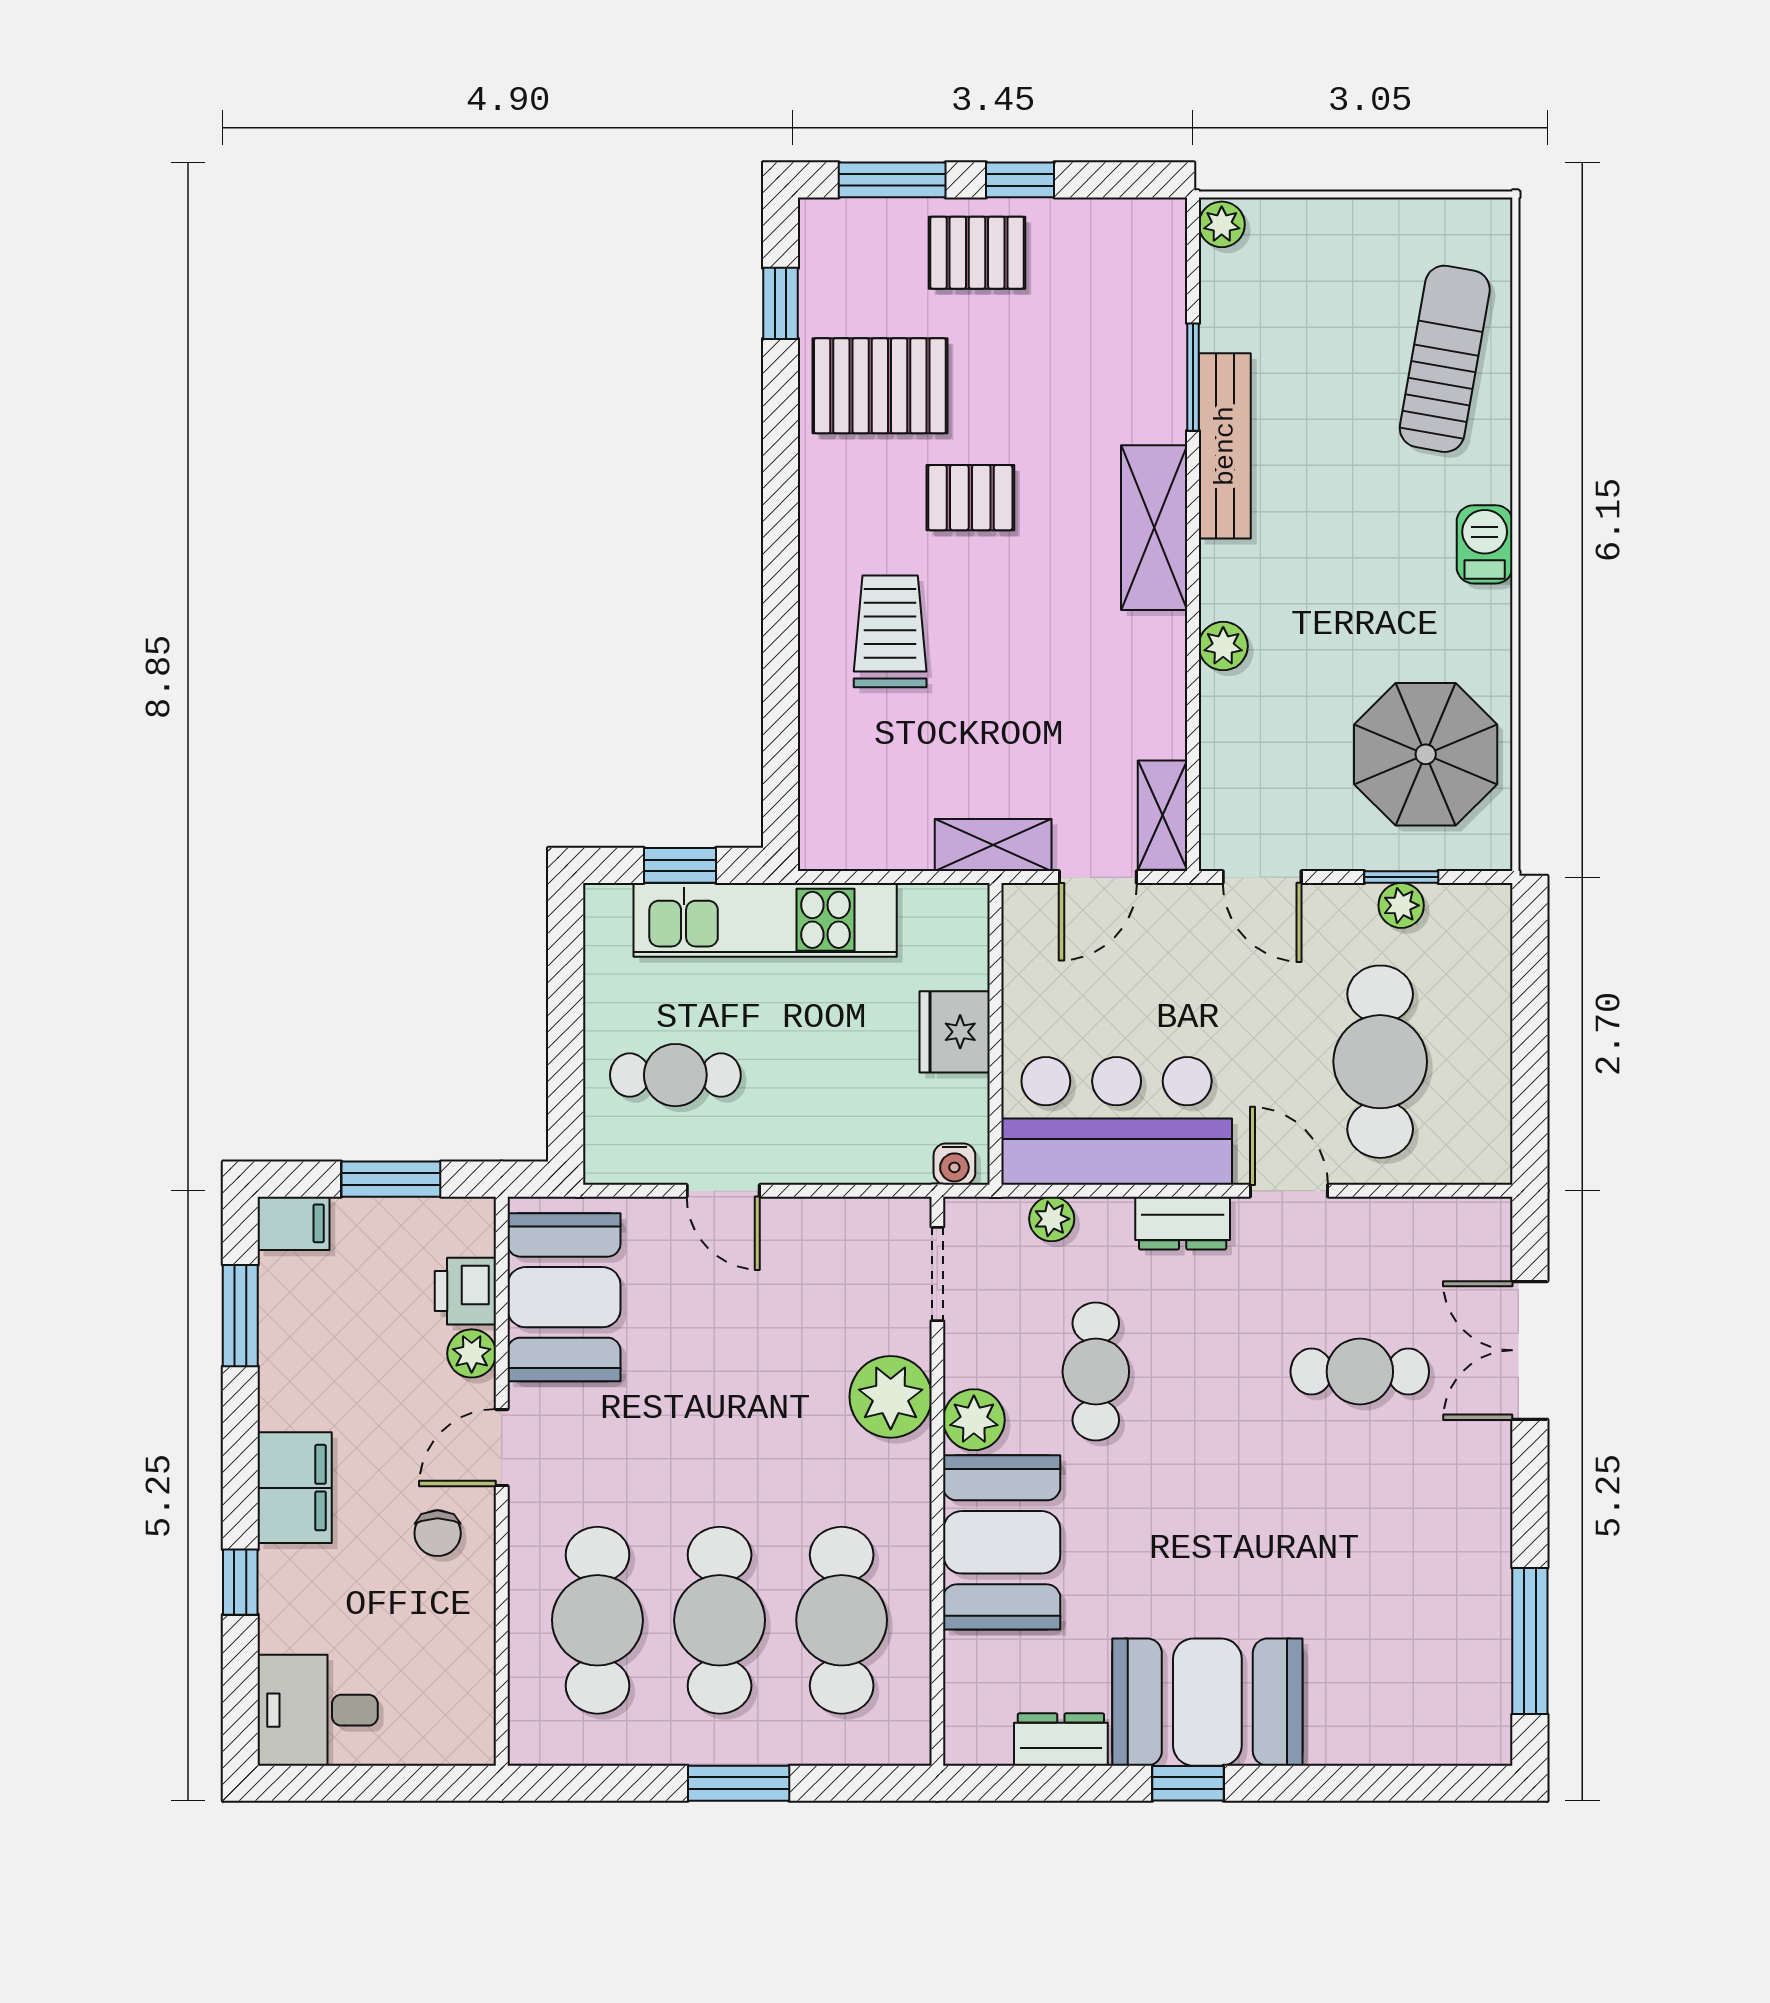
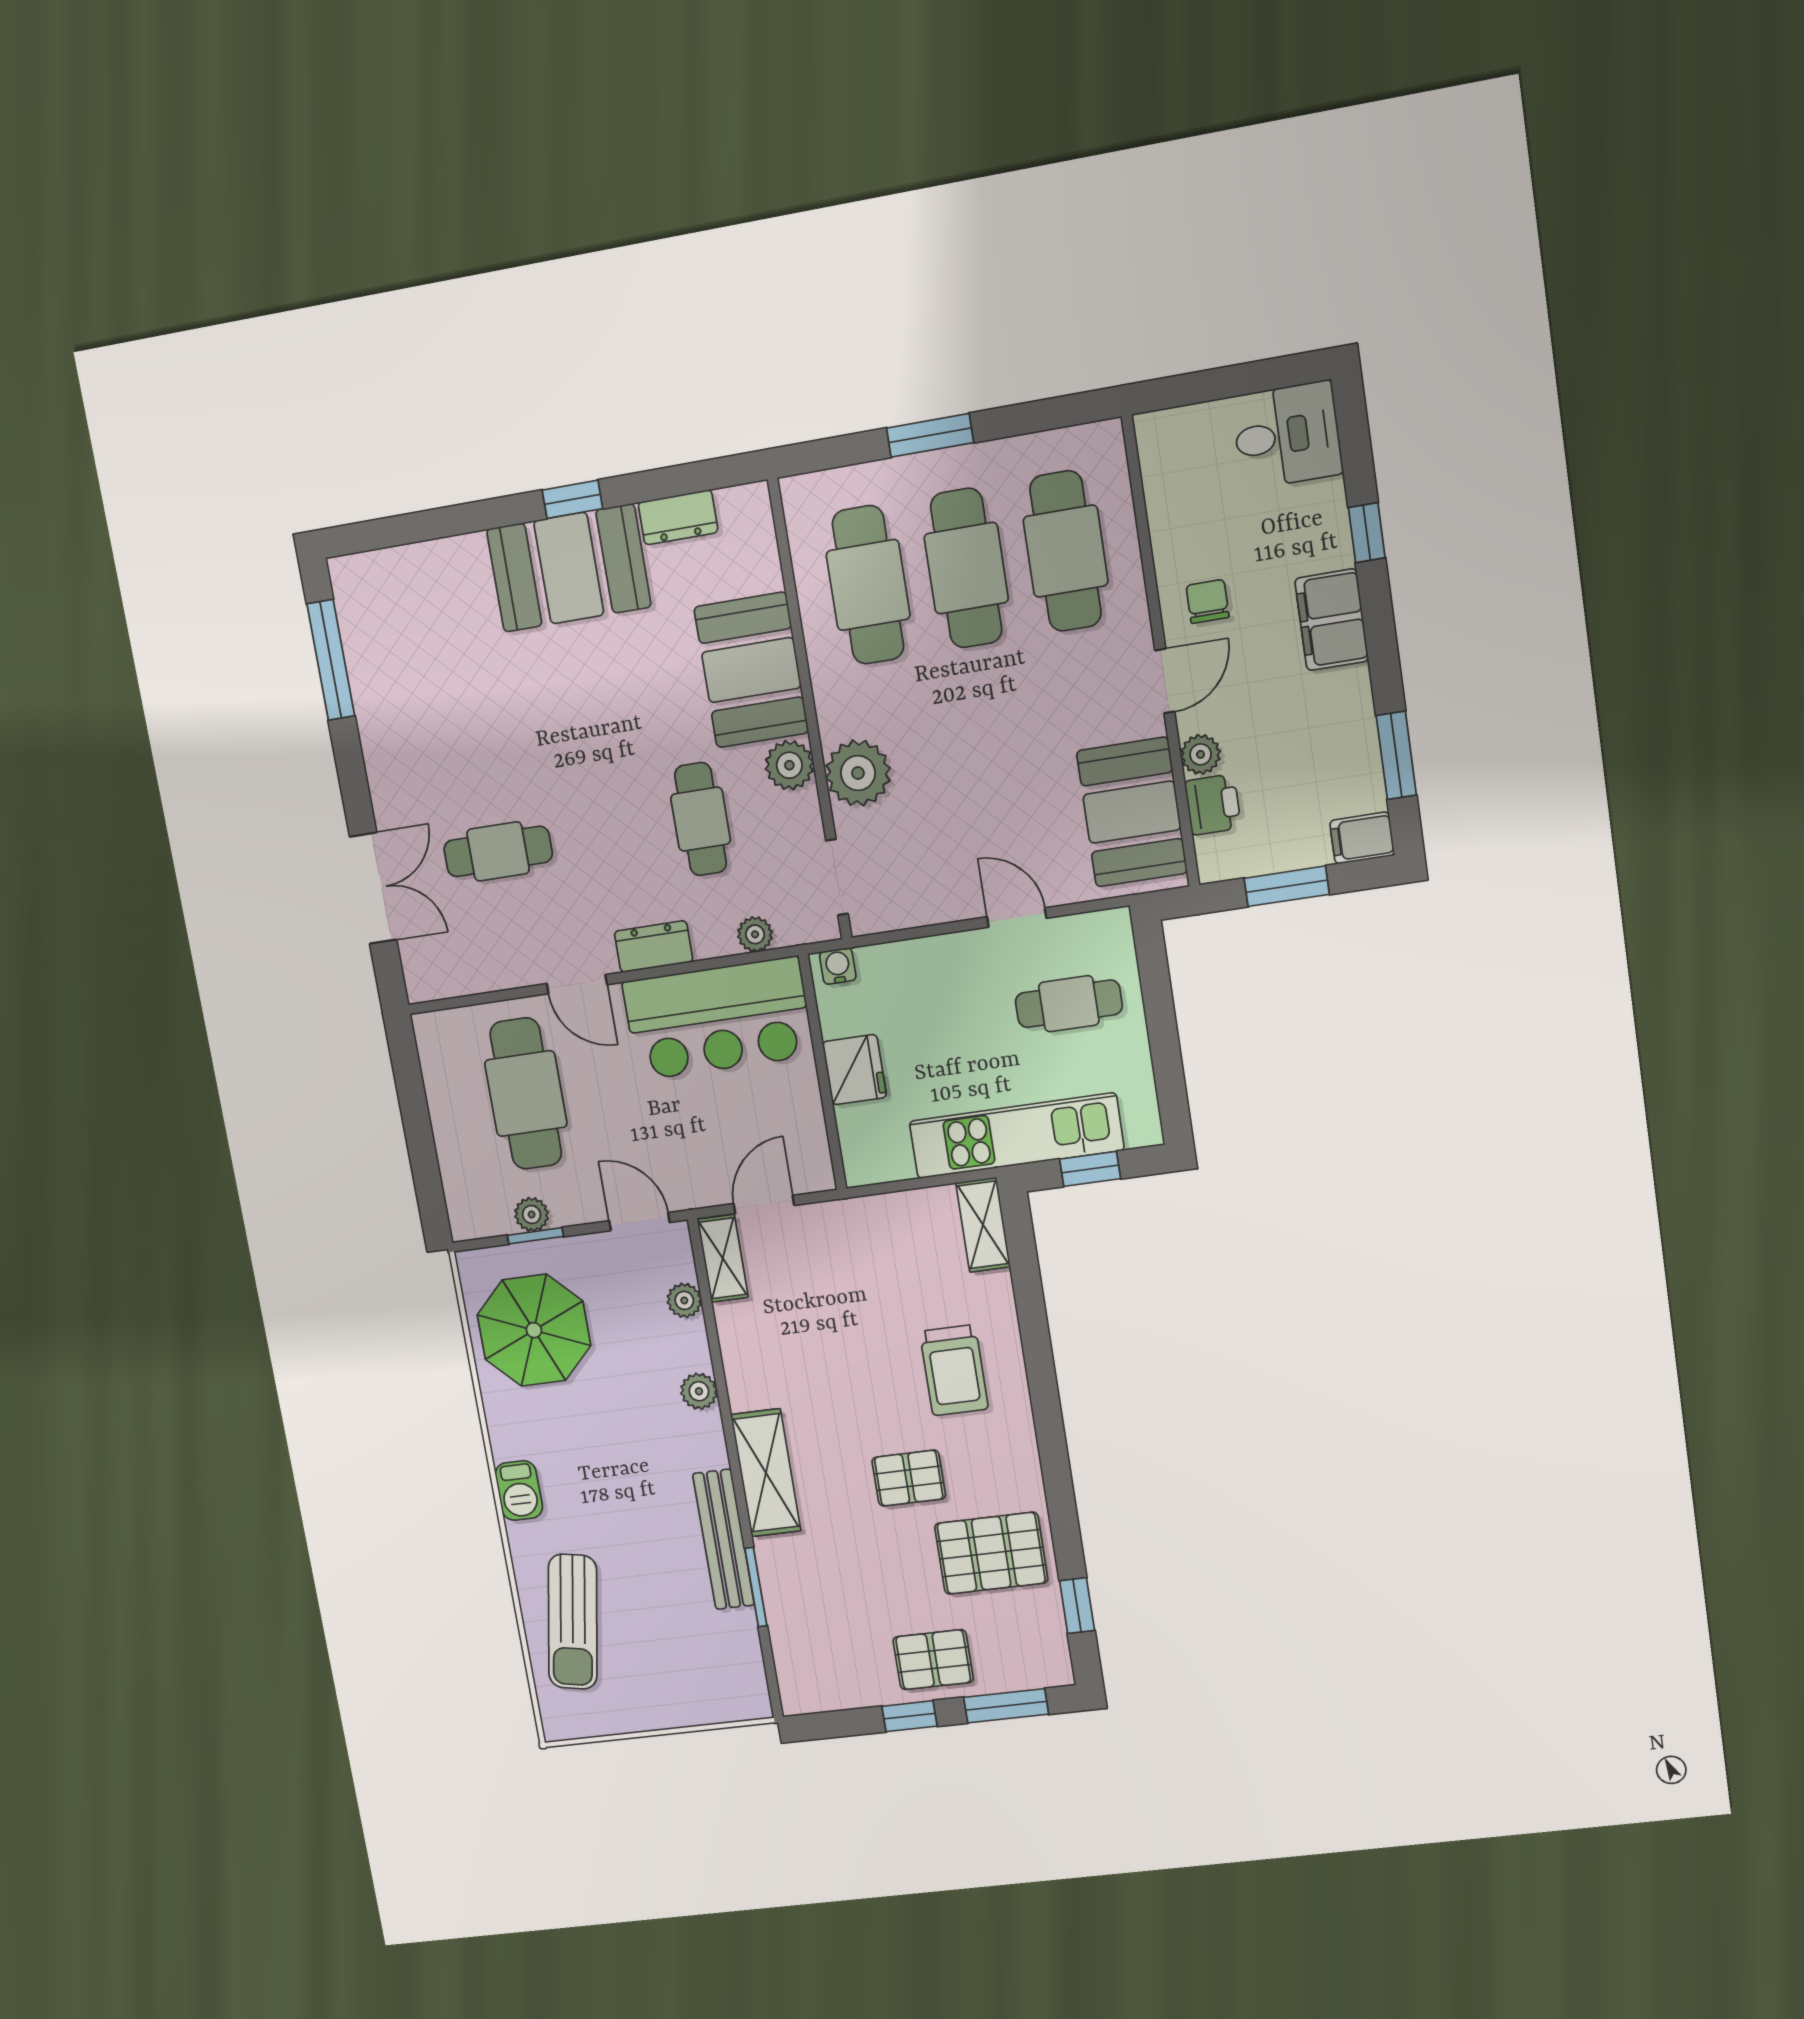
plant: (1222, 224) -> (684, 1300), moved
shelving: (993, 845) -> (983, 1225), moved, turned 90

